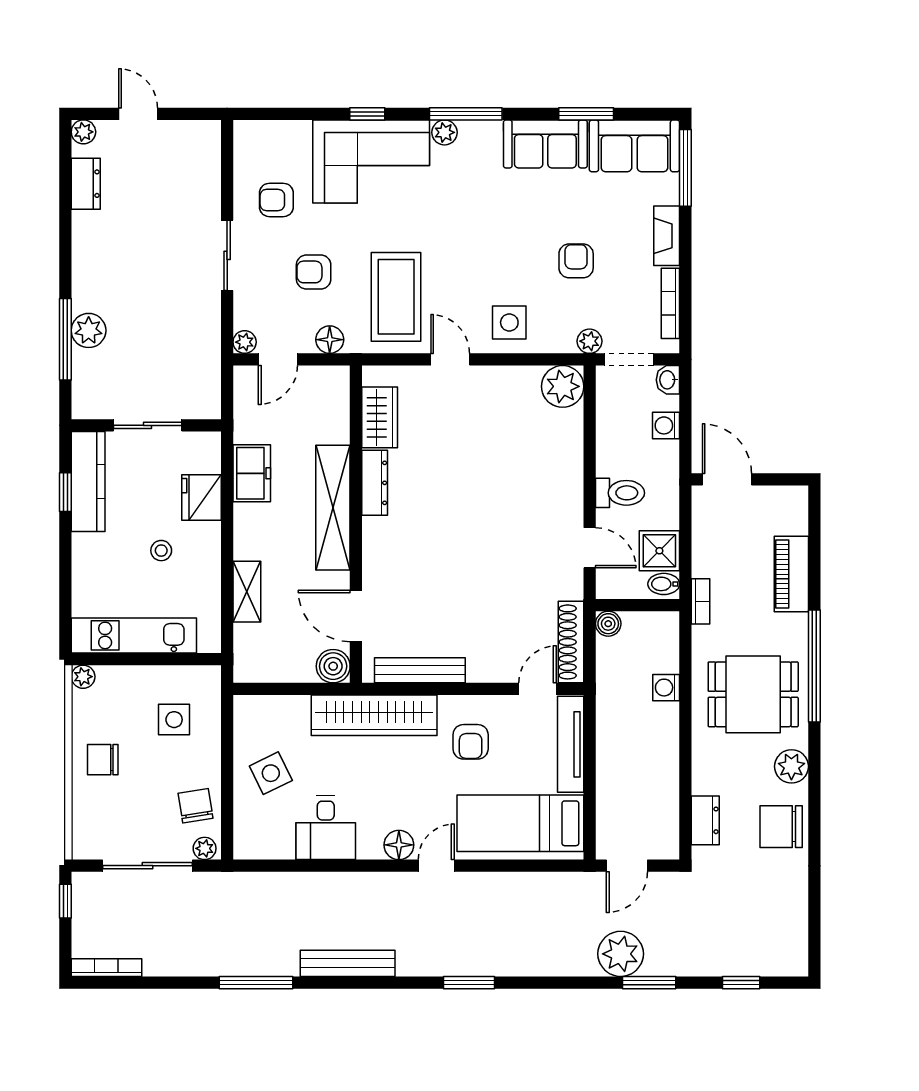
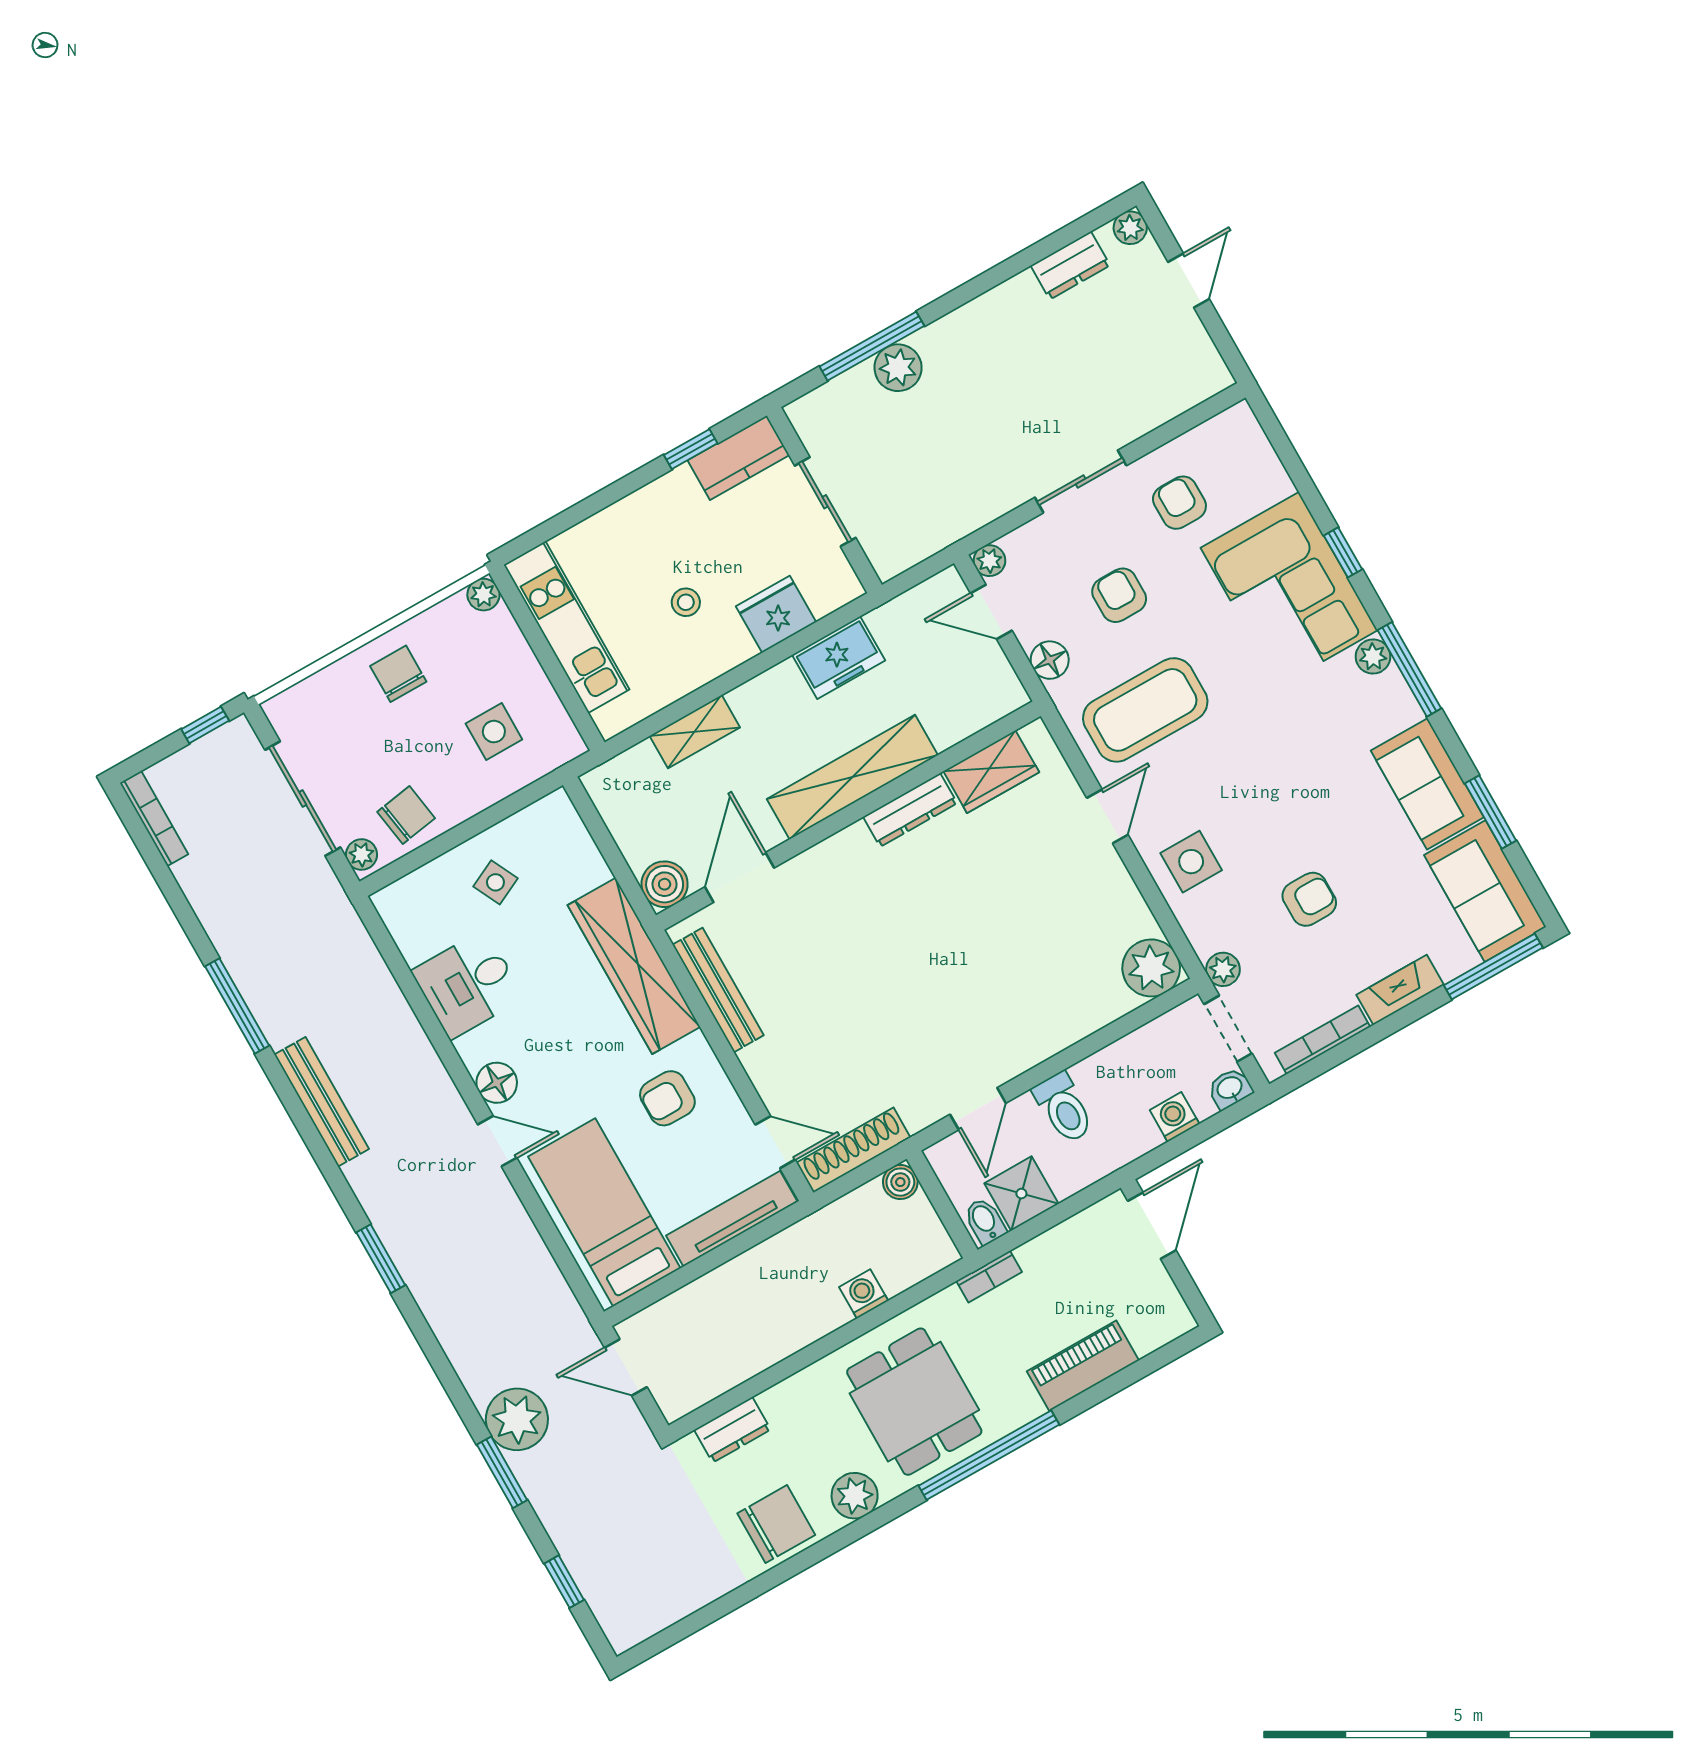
kitchen counter: (88, 482) -> (738, 458), width x0.67
side table: (271, 773) -> (495, 882), width x0.73, depth x0.73
chair: (781, 827) -> (776, 1524), turned 90

